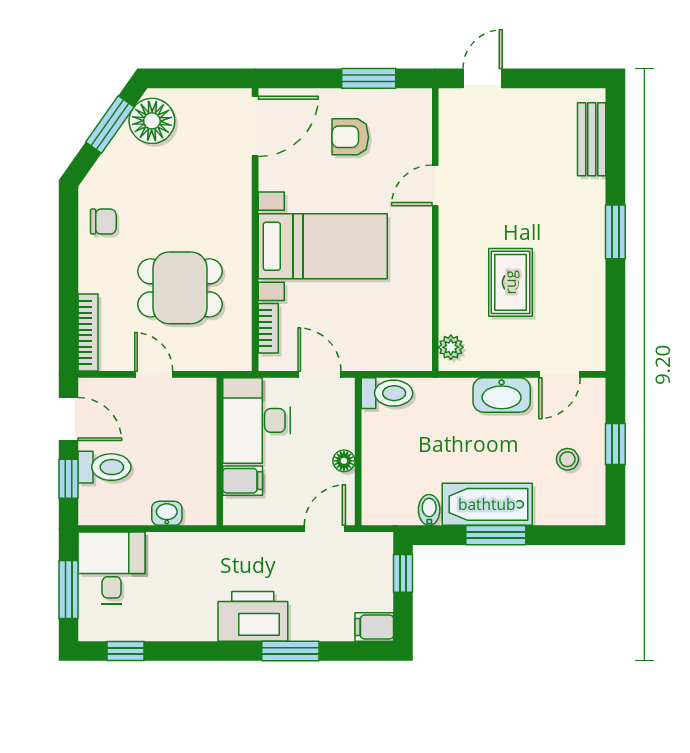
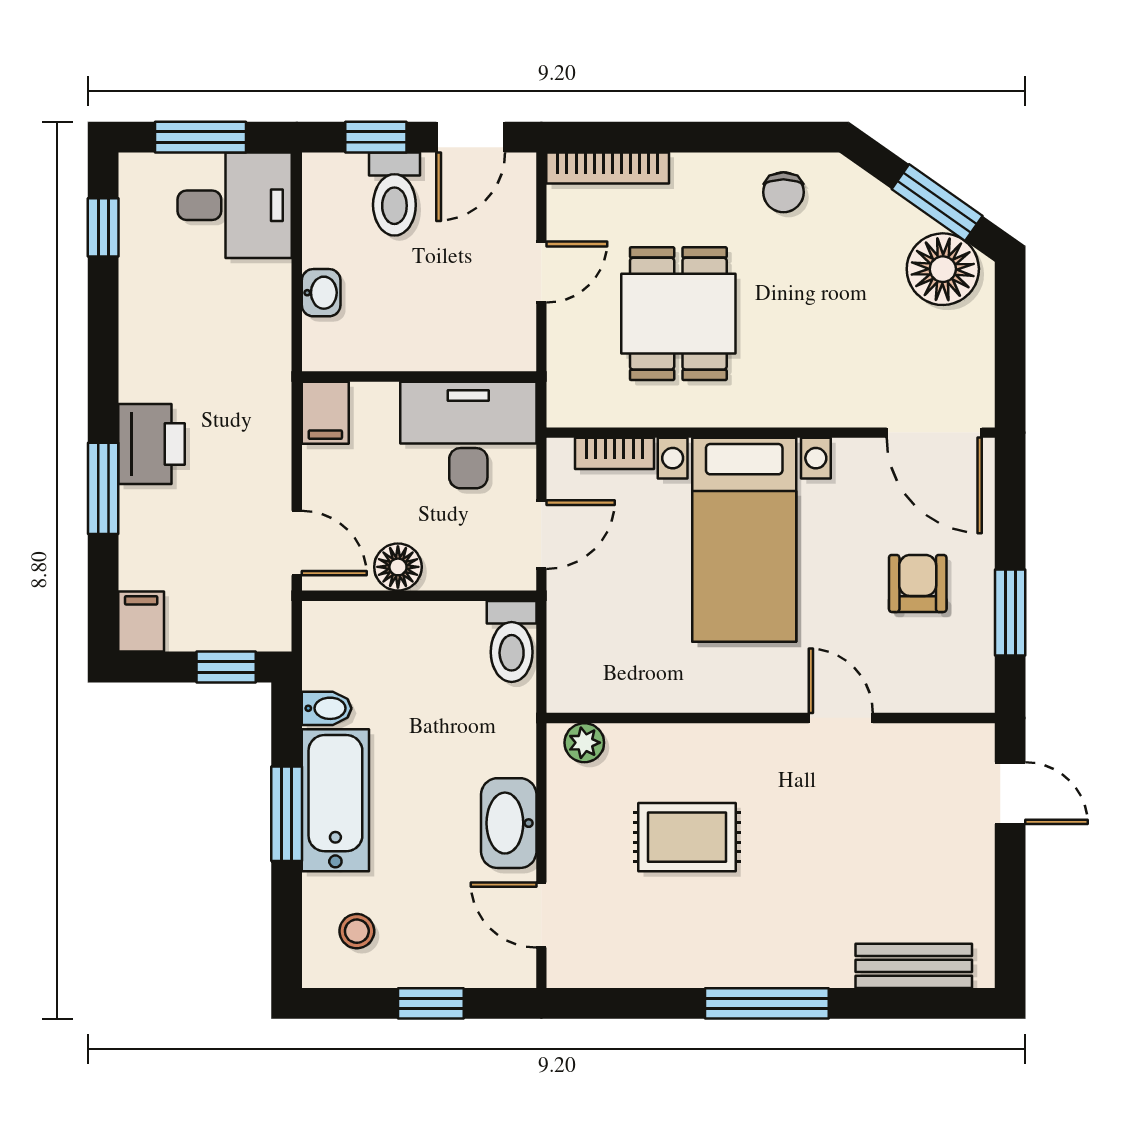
window: (615, 232) -> (767, 1003), width x1.44
stool: (567, 459) -> (357, 931), moved
floor lamp: (344, 461) -> (398, 567), width x1.37, depth x1.37
filing cabinet: (243, 481) -> (325, 413), moved
printer: (253, 616) -> (152, 444), width x0.73, depth x0.84

